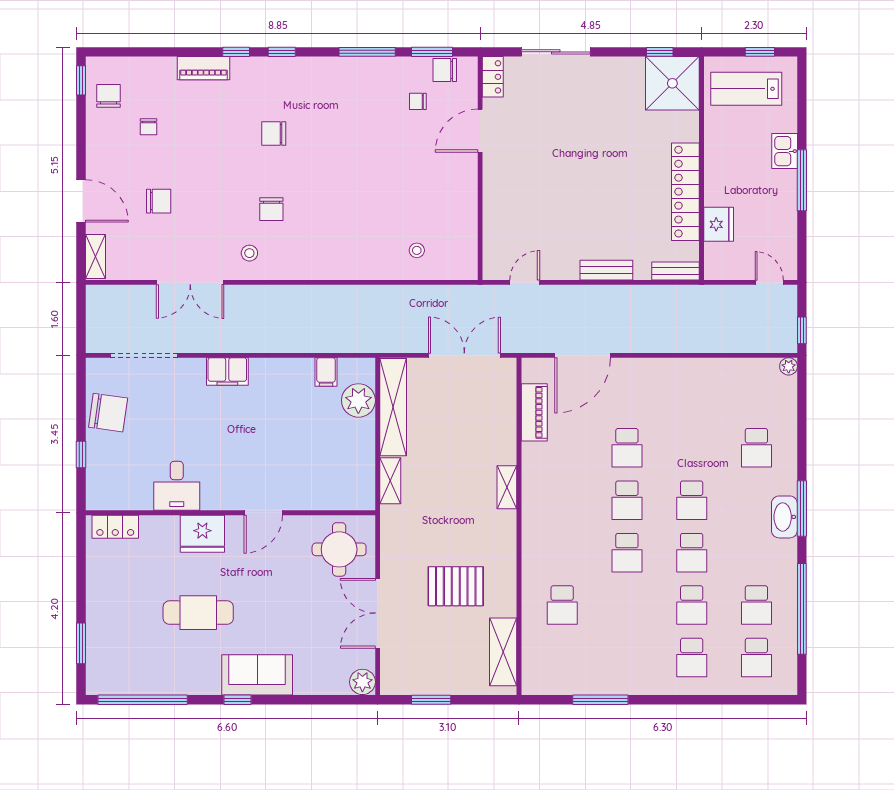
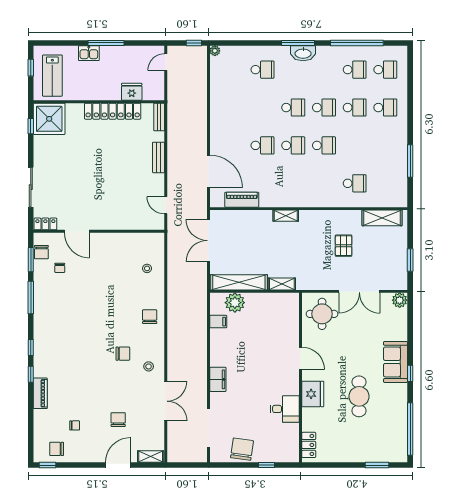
chair: (274, 133) -> (150, 317), moved, turned 180
pallet: (456, 586) -> (344, 246), width x0.67, depth x0.71

